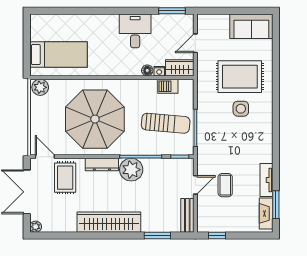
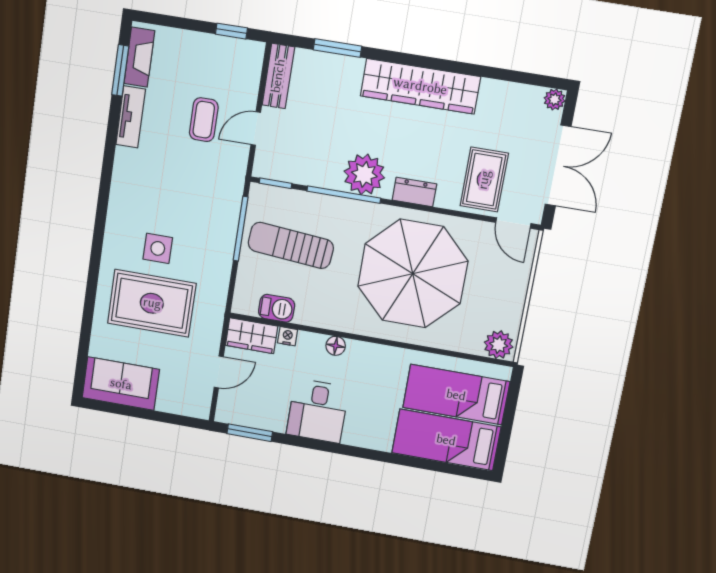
bed: (59, 27) -> (446, 440), added
floor lamp: (147, 70) -> (336, 346), moved
dresser: (102, 165) -> (414, 192), width x0.70

